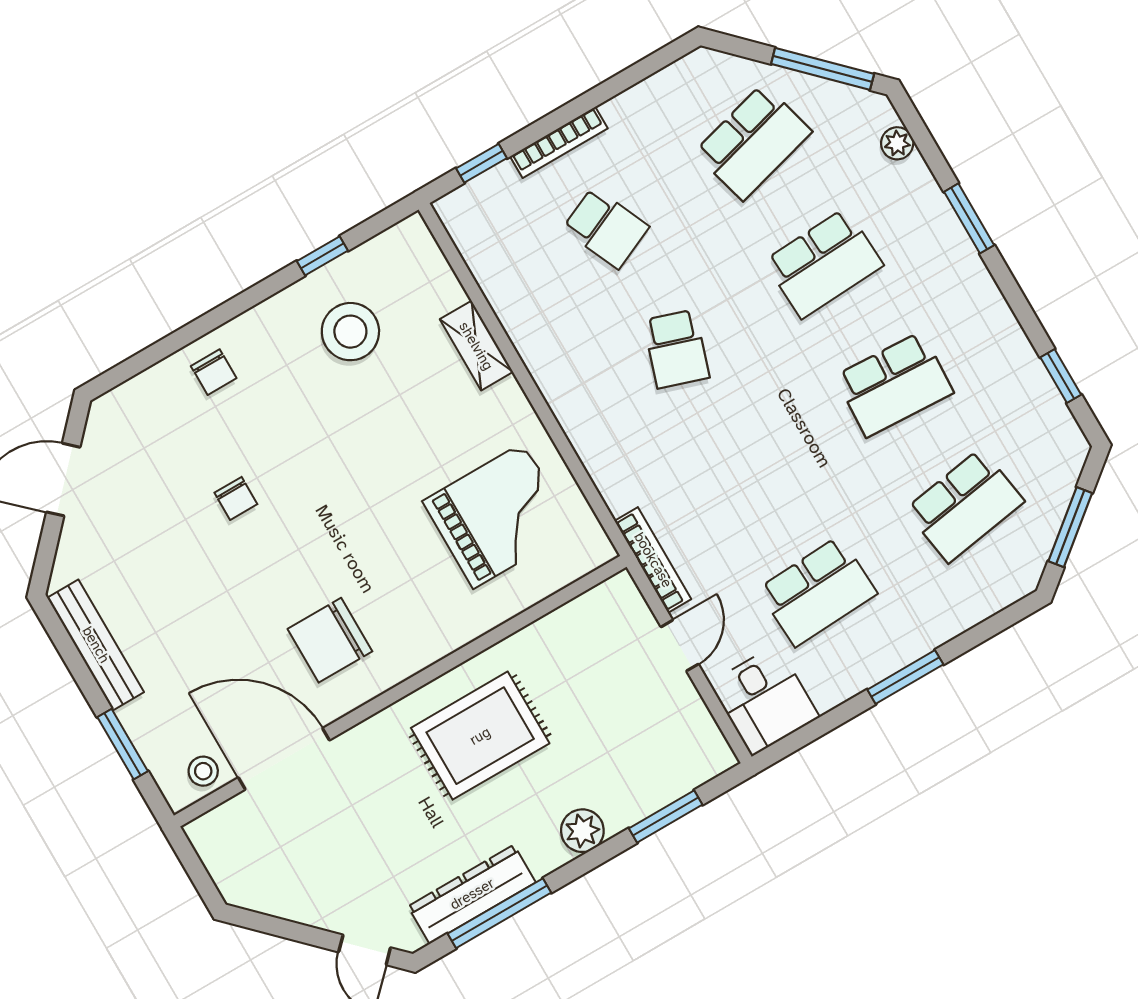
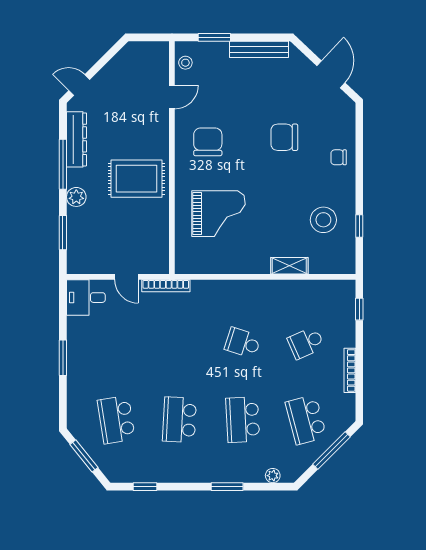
window: (823, 69) -> (332, 451), moved
bookcase: (559, 142) -> (350, 370), moved
chair: (236, 498) -> (284, 137), width x1.87, depth x1.87
grand piano: (498, 516) -> (218, 214), moved, turned -90
school desk: (817, 591) -> (116, 343), removed
rug: (480, 736) -> (137, 179), turned 90
door: (284, 759) -> (172, 97), width x0.53
window: (499, 913) -> (63, 164), moved

